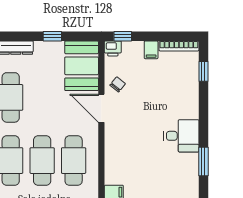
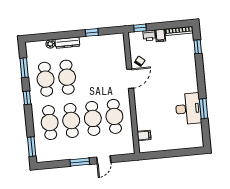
printer: (113, 48) -> (149, 36), moved
booth: (82, 66) -> (114, 51), removed
door: (101, 108) -> (130, 79), swing flipped
desk: (181, 136) -> (188, 109), moved, width x1.37

